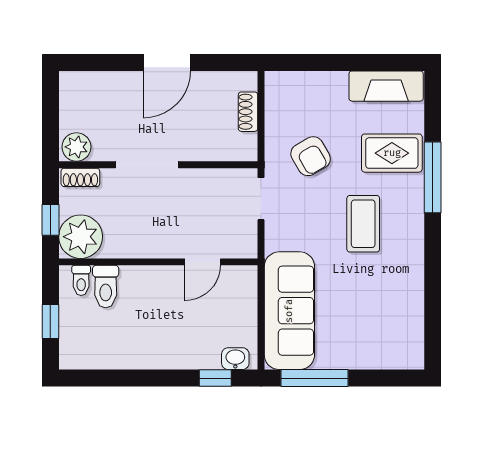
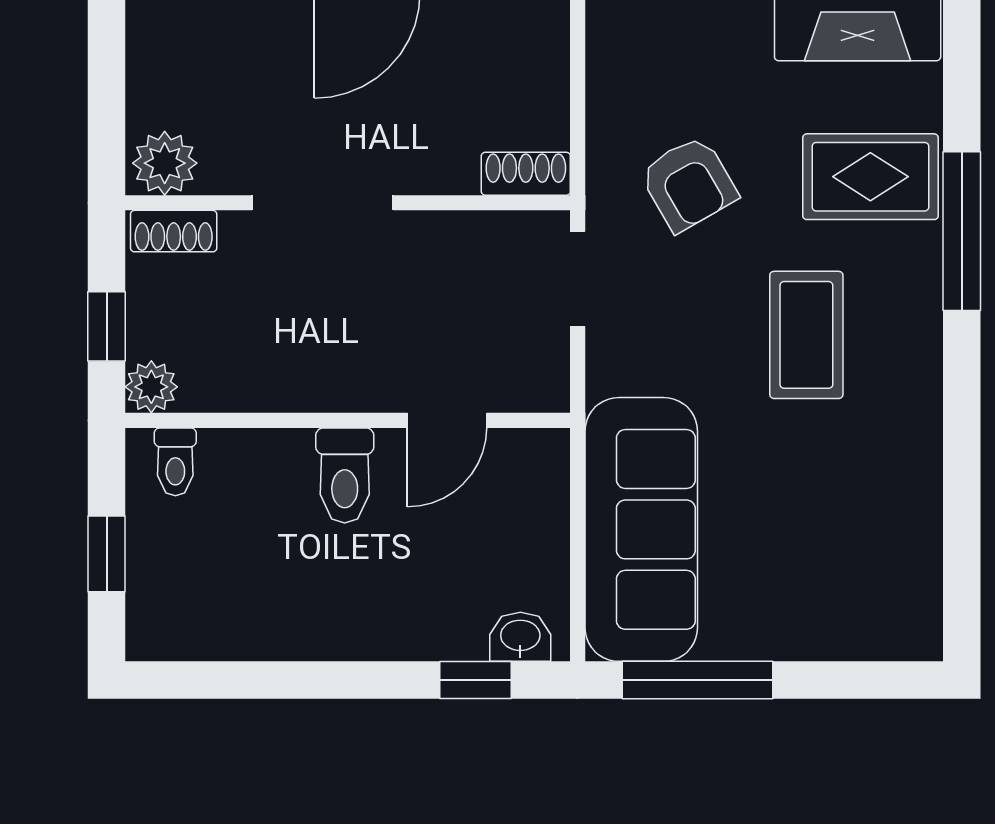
shoe rack: (248, 112) -> (526, 174), moved, turned 90
plant: (81, 237) -> (151, 387), width x0.53, depth x0.53
toilet: (106, 287) -> (345, 475), moved

